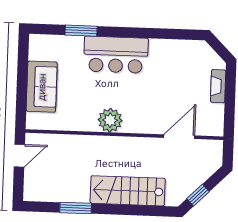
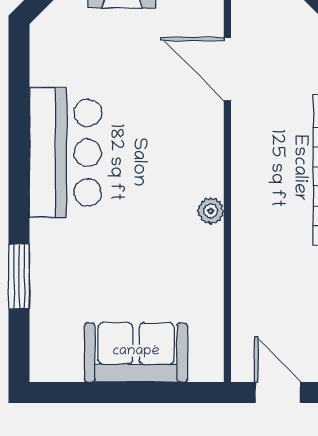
bar counter: (116, 55) -> (65, 153), moved
plant: (110, 120) -> (211, 211), width x0.53, depth x0.53

